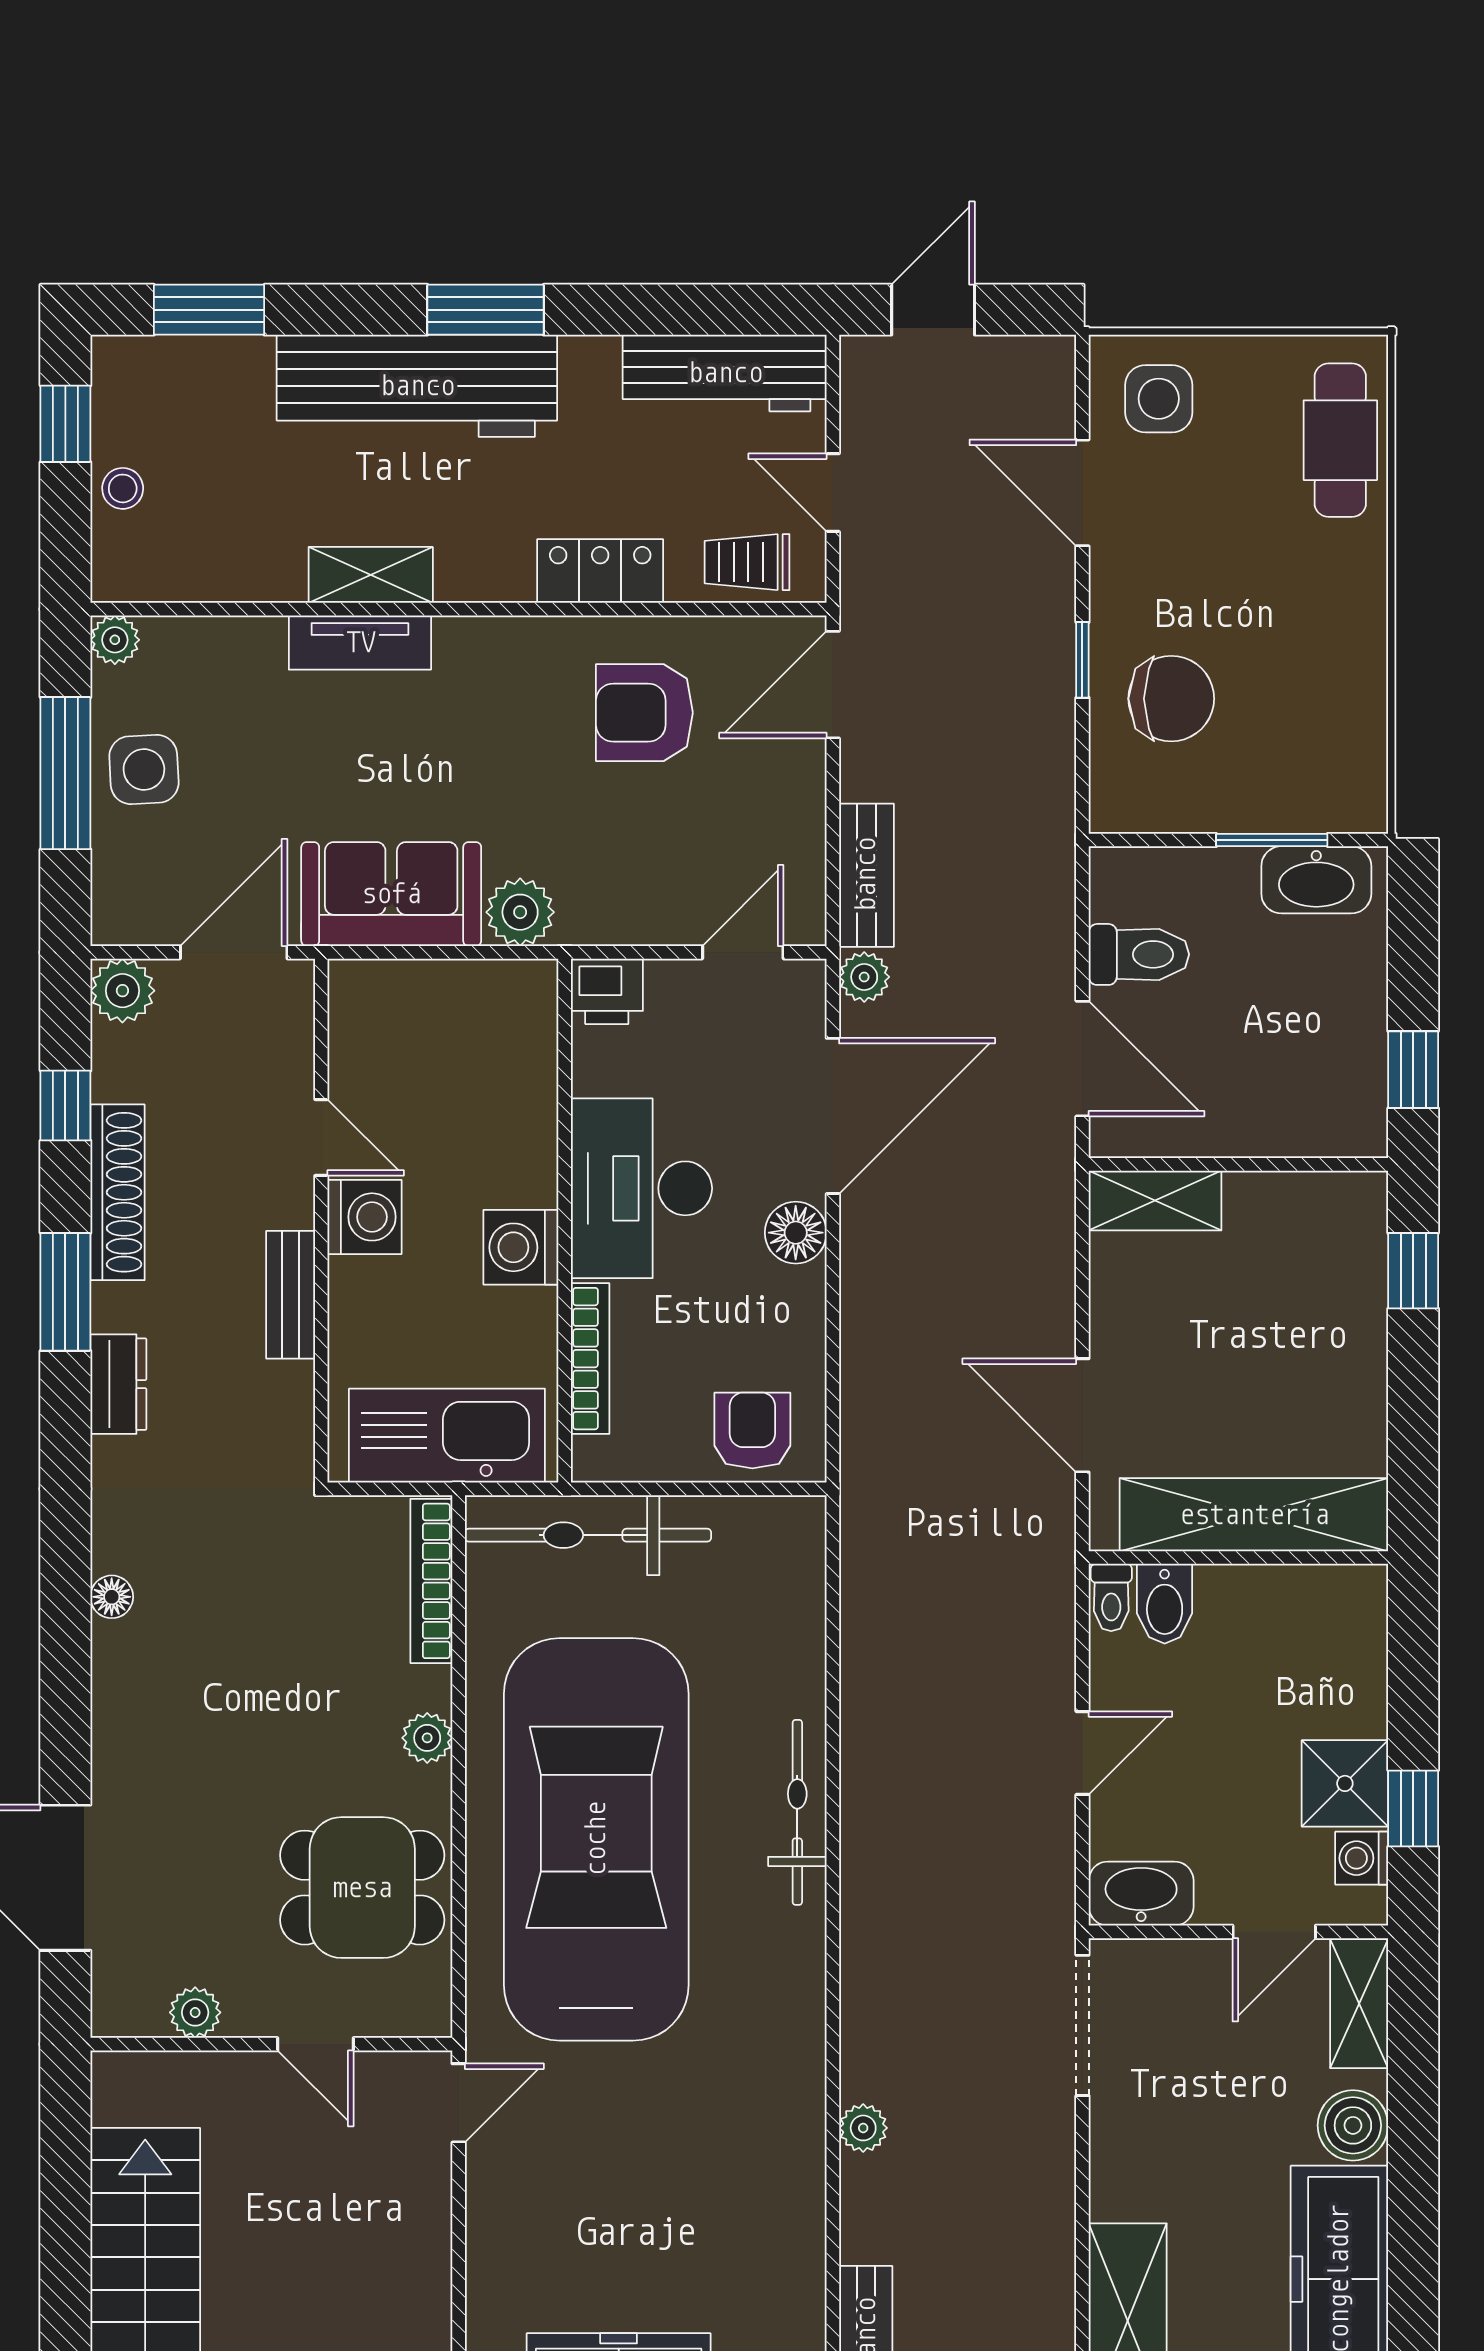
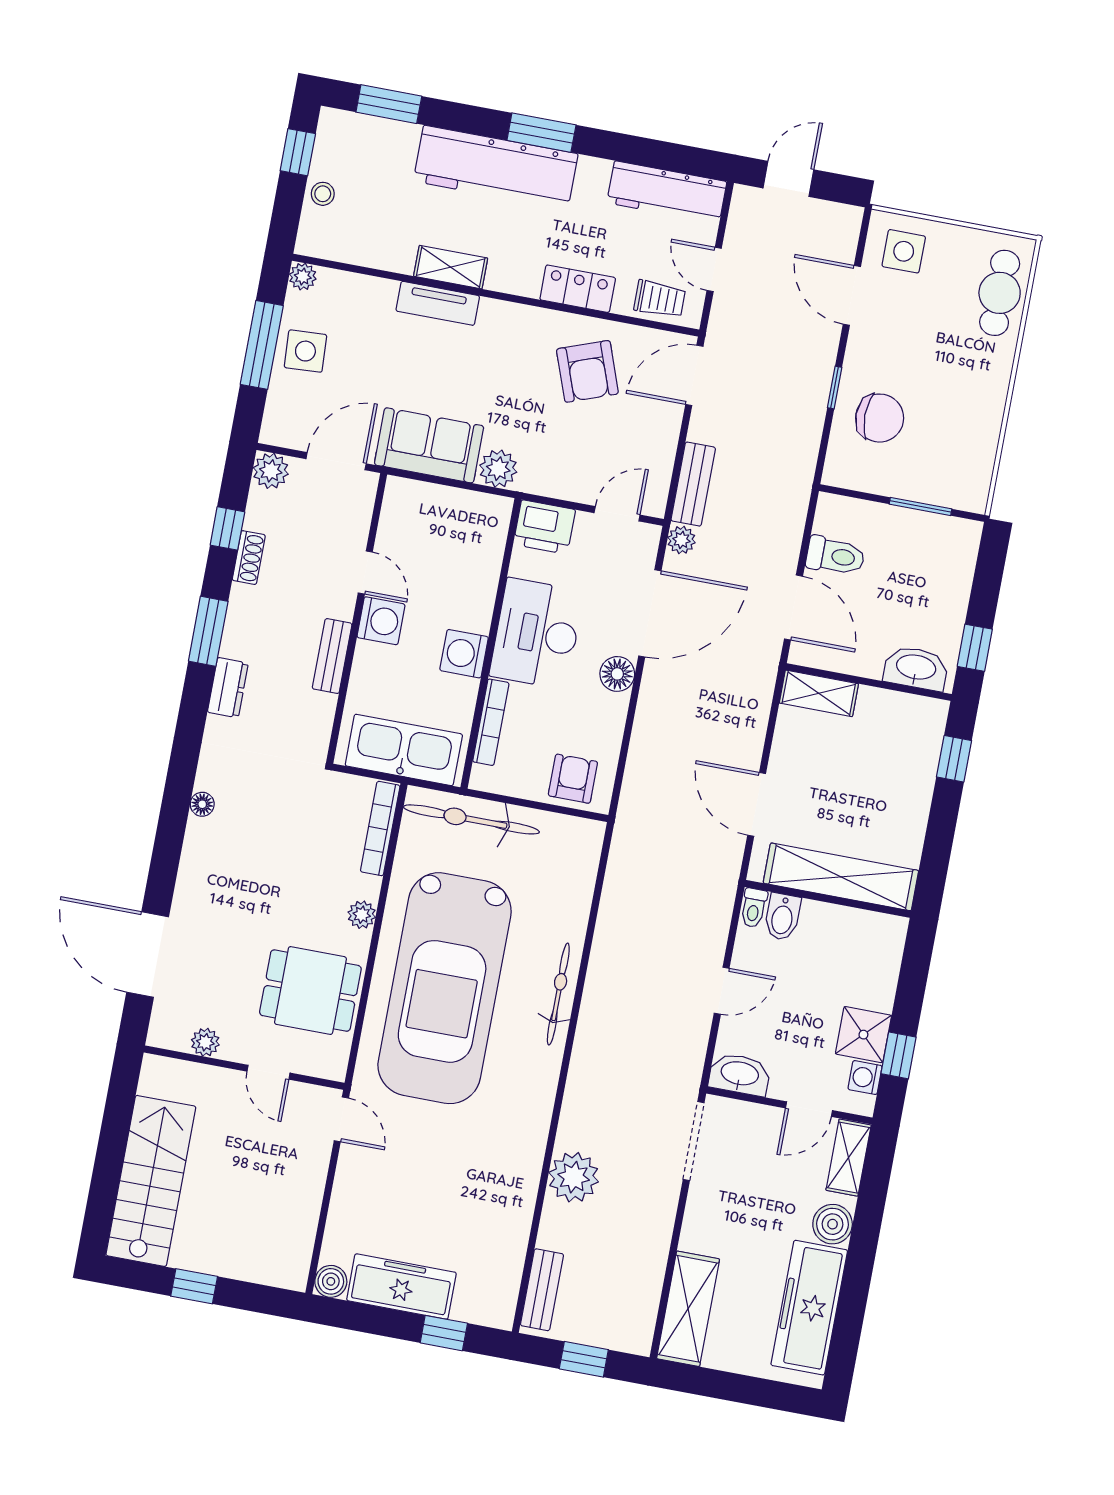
trolley: (747, 562) -> (660, 299), turned 180
armchair: (644, 713) -> (587, 371), turned -110
washbasin: (1316, 880) -> (916, 668), moved, turned 180
printer: (607, 991) -> (544, 527), width x1.36, depth x1.24
shoe rack: (118, 1192) -> (249, 558), width x0.51, depth x0.81
car: (596, 1839) -> (445, 988), turned 180
door: (459, 2103) -> (341, 1119), hinge flipped
plant: (863, 2128) -> (574, 1177), width x1.88, depth x1.88

